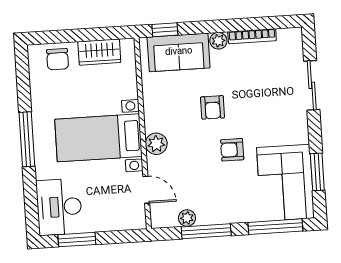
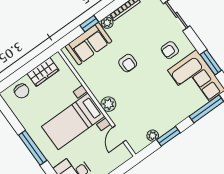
window: (165, 30) -> (89, 24), moved
armchair: (232, 150) -> (170, 50), moved
door: (146, 190) -> (119, 134), swing flipped
window: (206, 231) -> (168, 136), width x0.69

